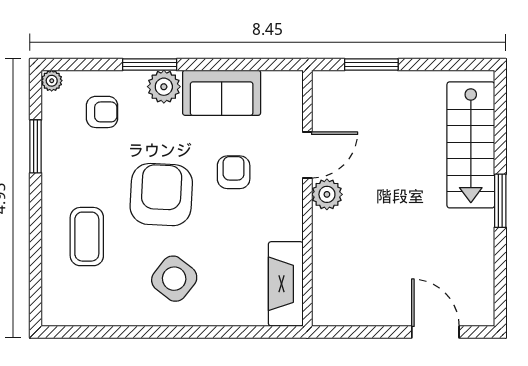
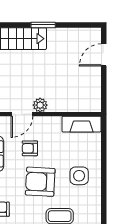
door: (307, 155) -> (22, 114), swing flipped
side table: (174, 279) -> (79, 176), turned -38

